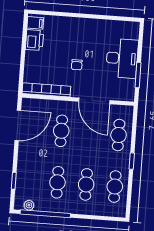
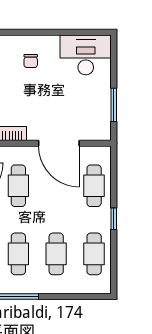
desk: (122, 58) -> (86, 55), moved, turned -90
chair: (77, 65) -> (31, 61), moved

